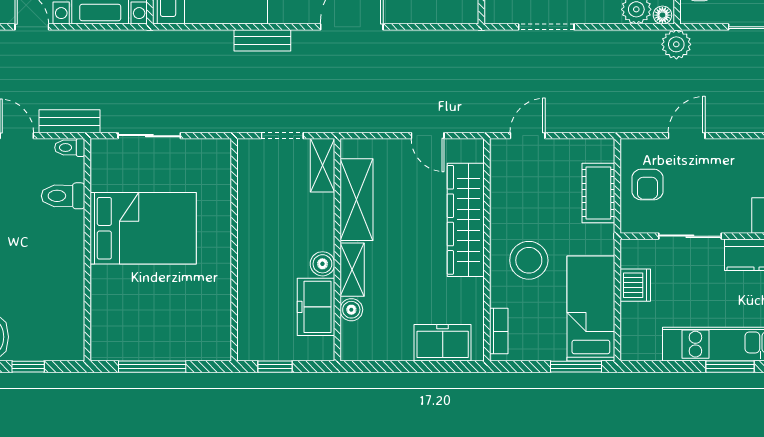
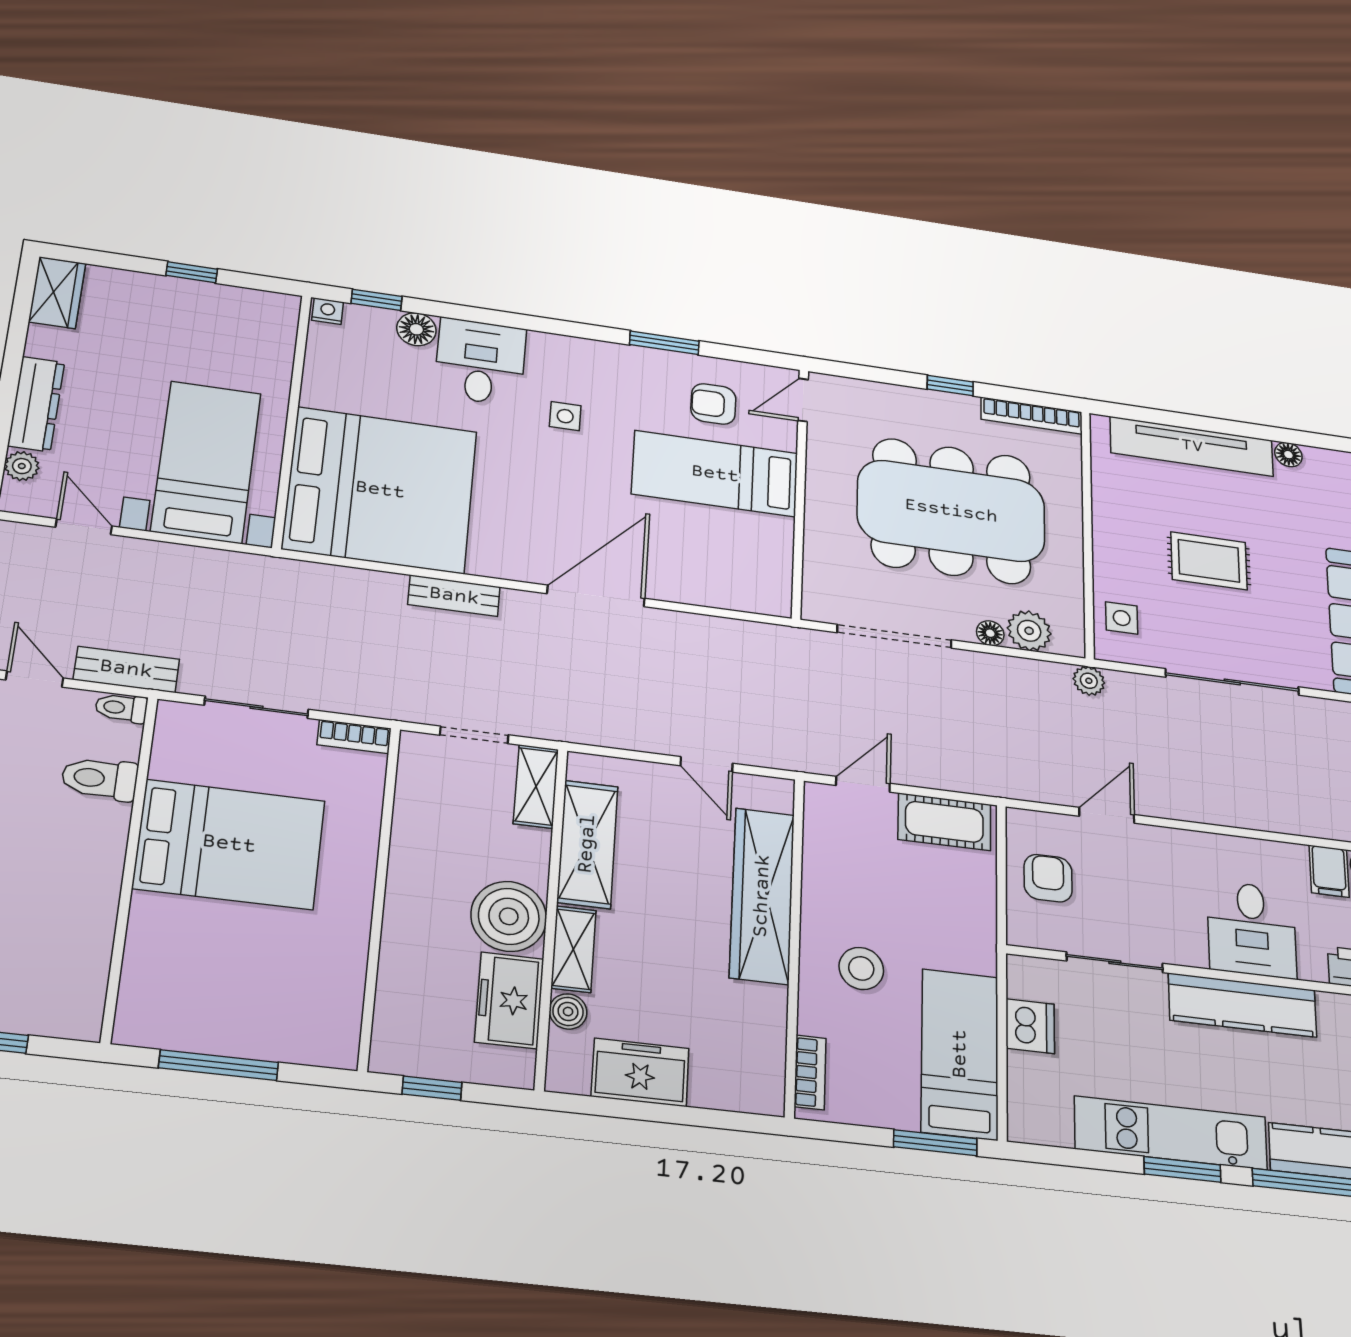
floor lamp: (662, 15) -> (990, 633), moved
doorway: (546, 27) -> (894, 636), width x1.36
plant: (676, 44) -> (1089, 681), width x0.73, depth x0.73
bookcase: (210, 147) -> (354, 737), added
armchair: (647, 185) -> (1048, 878), turned 180
cot: (598, 193) -> (944, 822), moved, turned 90
stool: (529, 260) -> (861, 968), width x0.73, depth x0.73
boiler: (322, 264) -> (509, 916), width x1.86, depth x1.86
freezer: (443, 343) -> (640, 1072), moved

